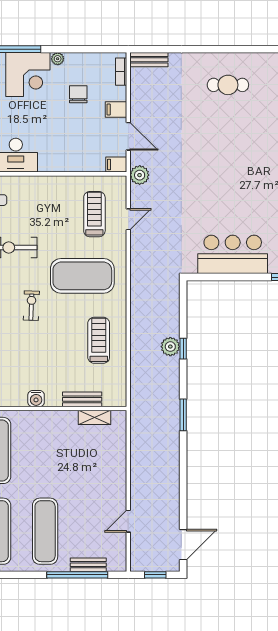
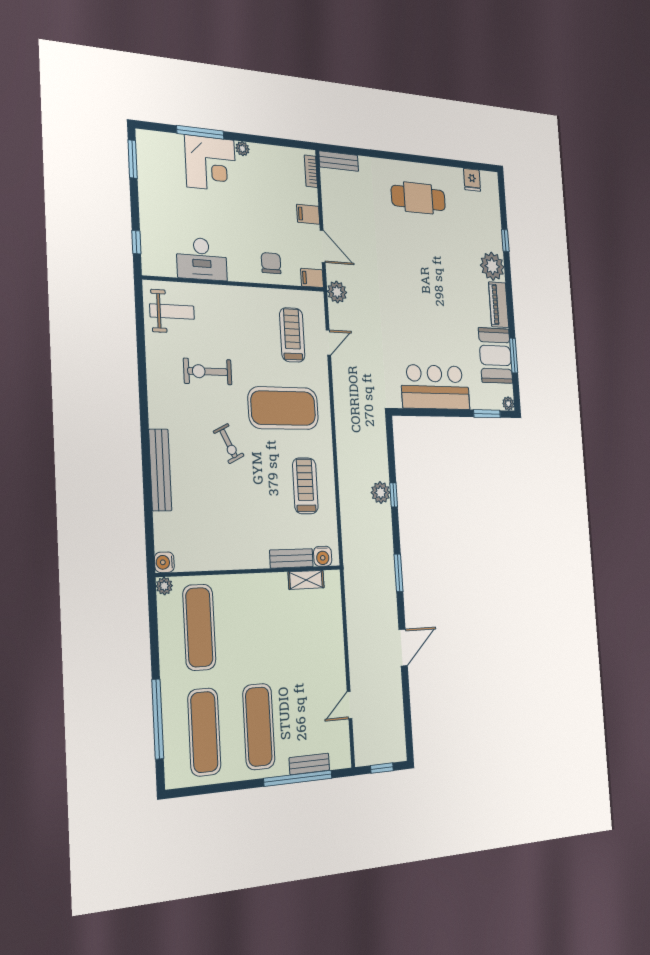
cafe table: (228, 85) -> (418, 198), width x1.37, depth x1.35
chair: (78, 94) -> (271, 263), moved
exercise bike: (31, 306) -> (229, 444), turned 152
water cooler: (36, 399) -> (323, 556), moved
door: (183, 545) -> (403, 648), moved

